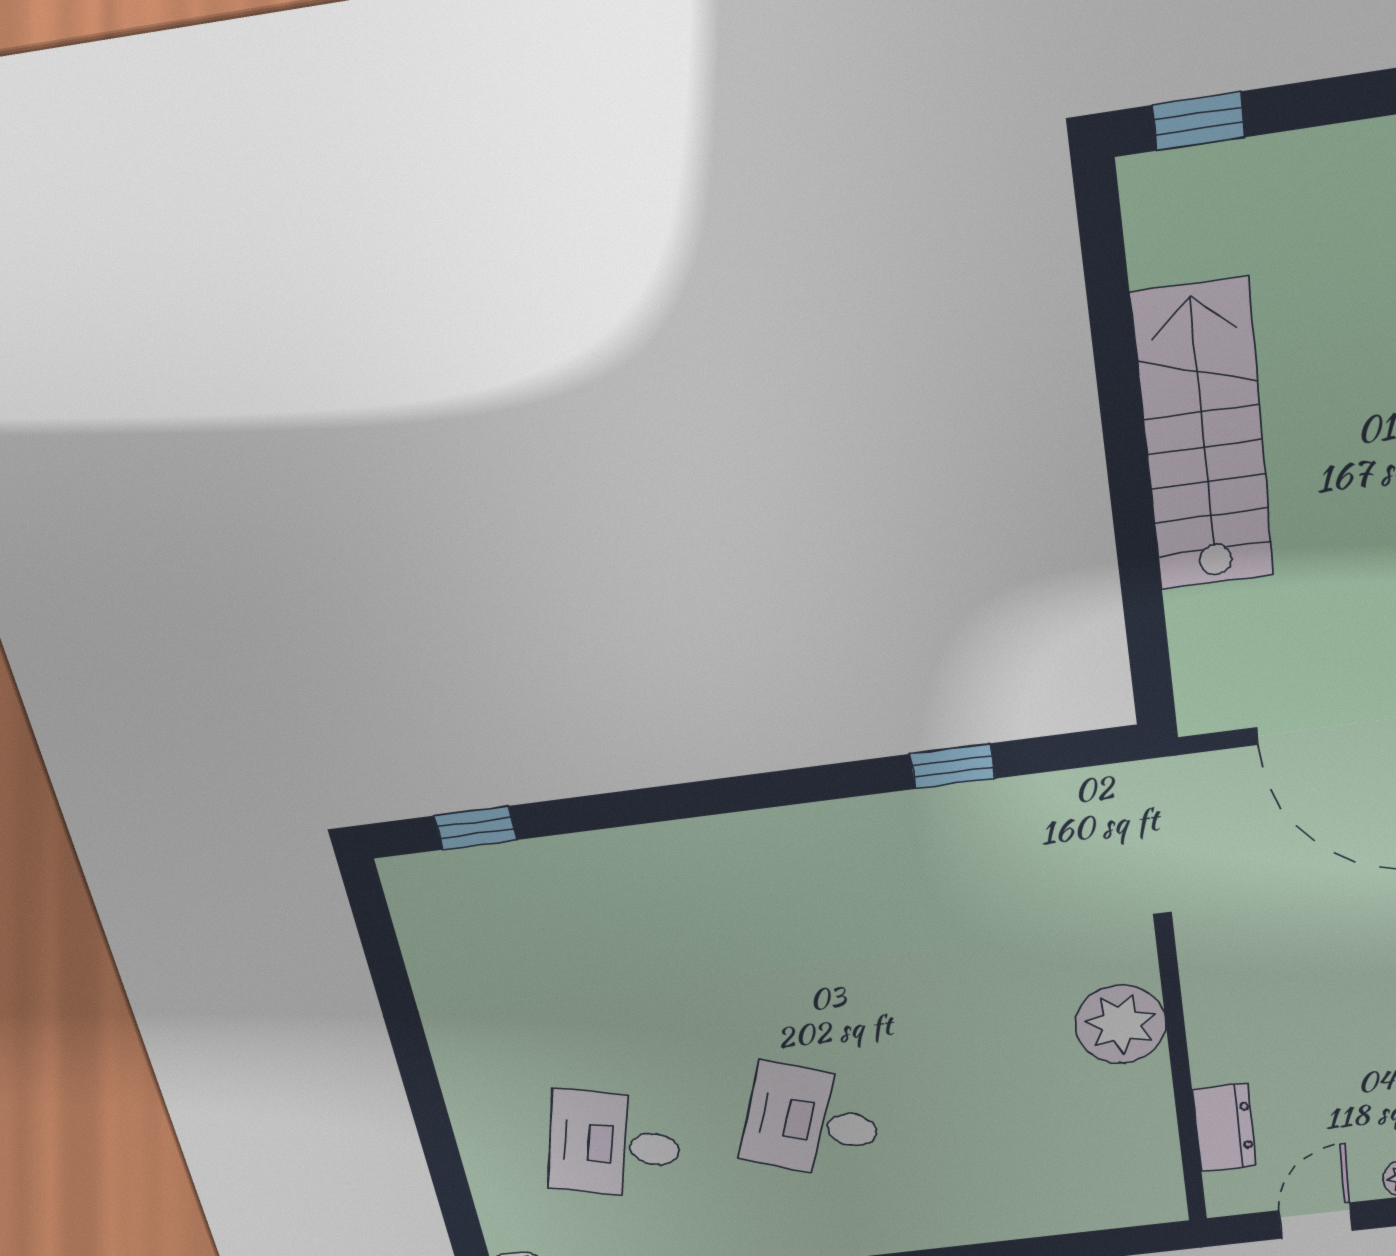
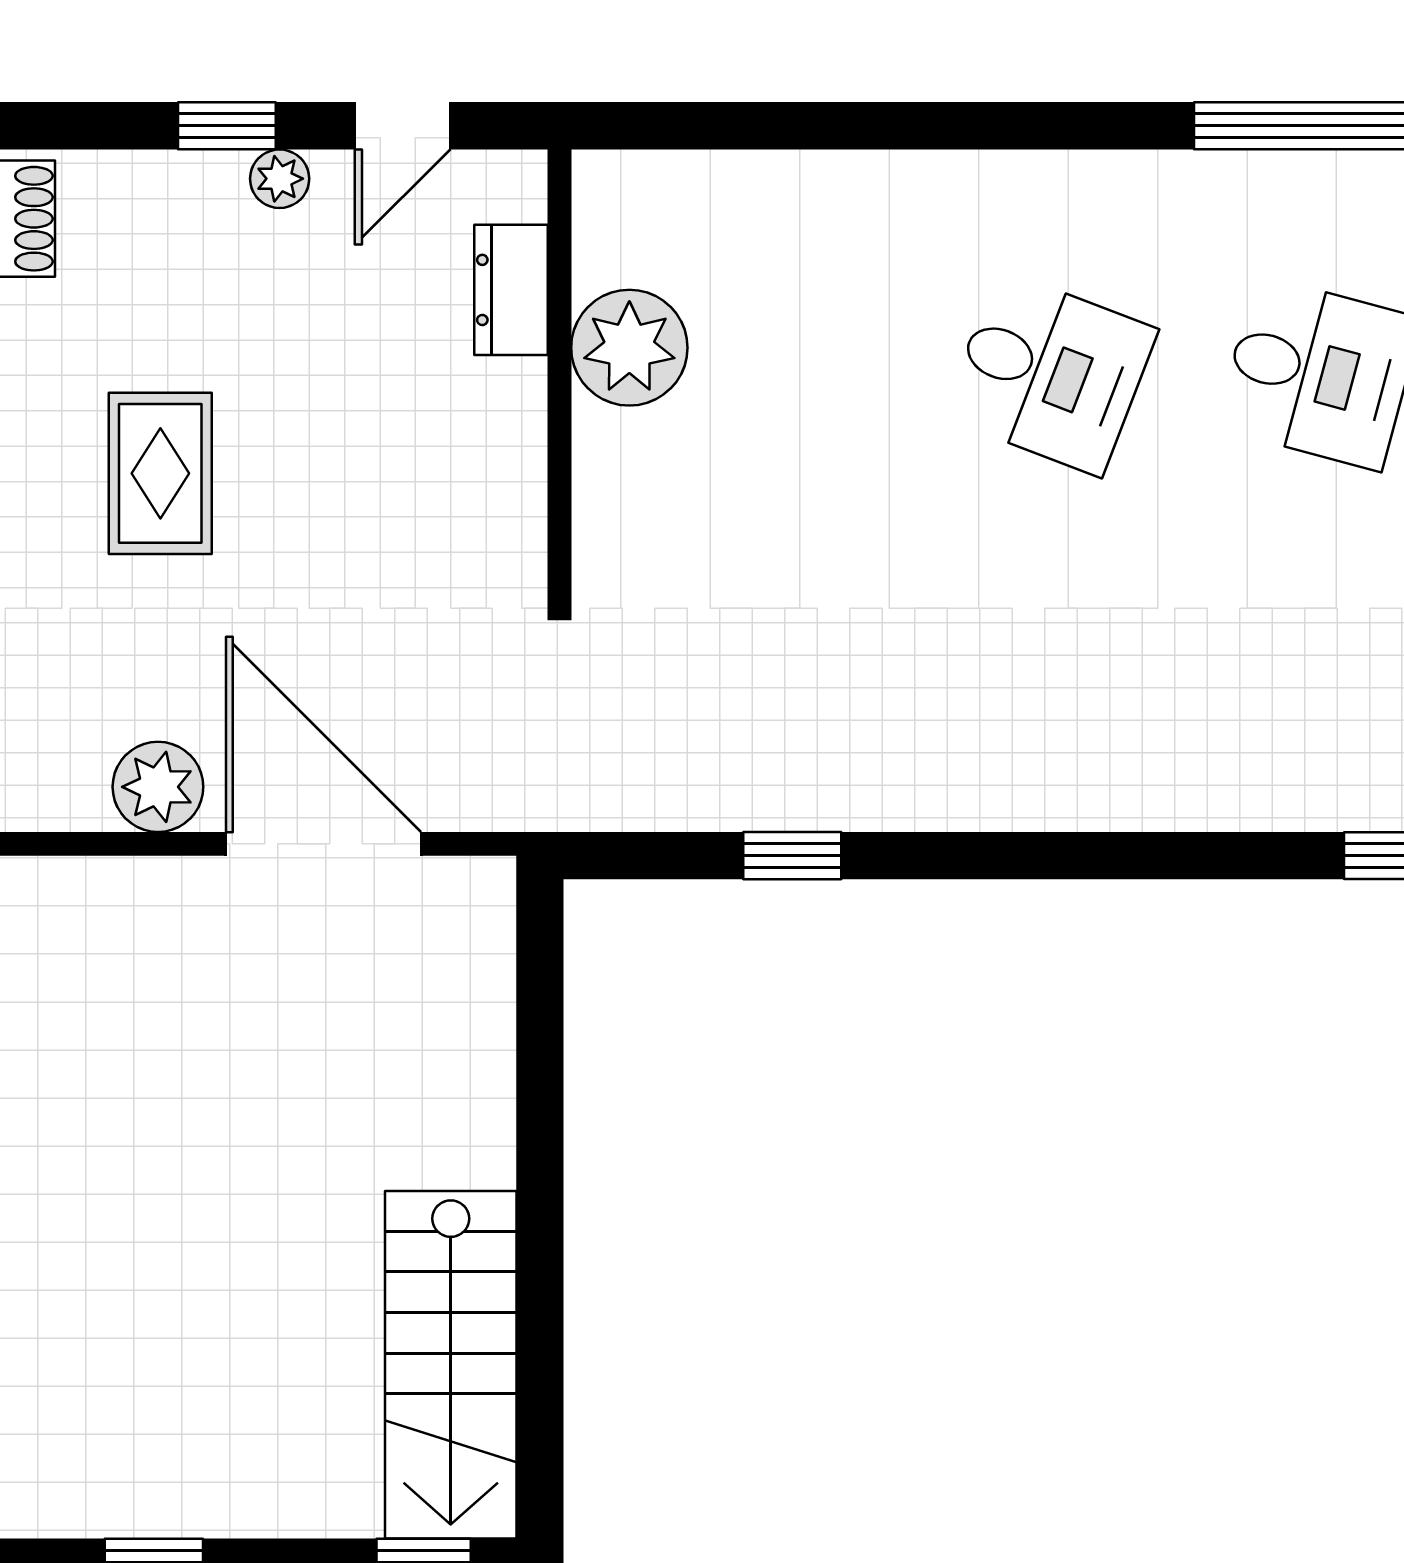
stairs: (1204, 437) -> (451, 1365), moved
plant: (1121, 1024) -> (629, 348), moved

